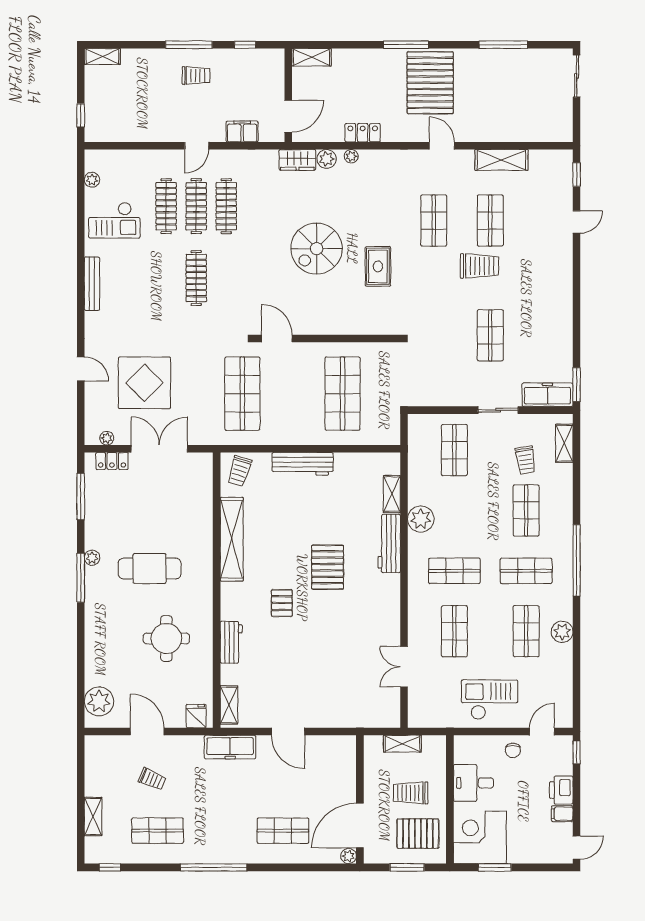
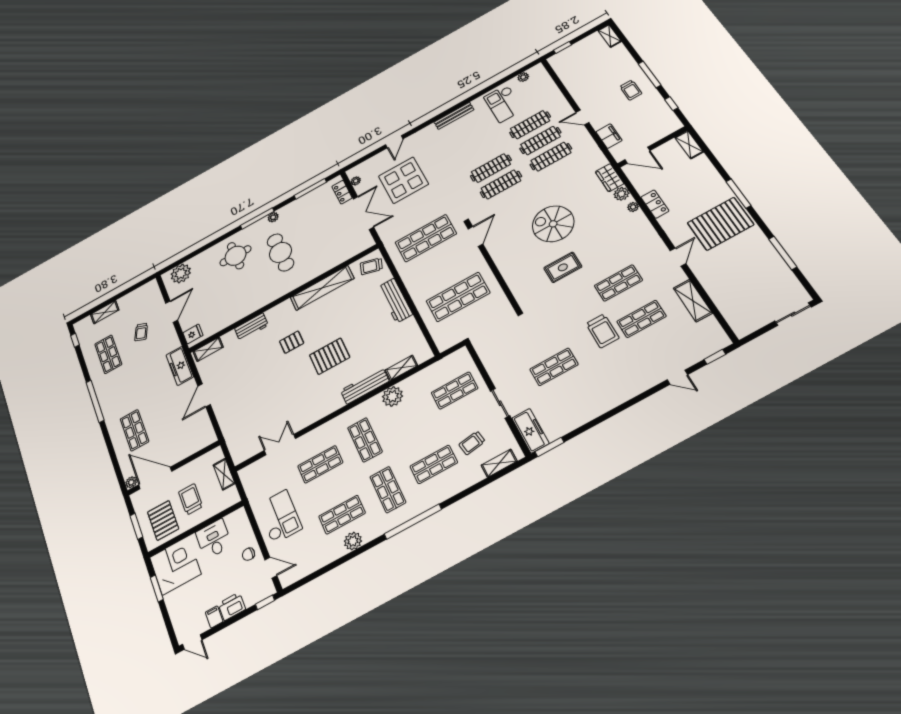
clothes rail: (226, 278) -> (501, 184), added
round table: (166, 638) -> (236, 256), moved

